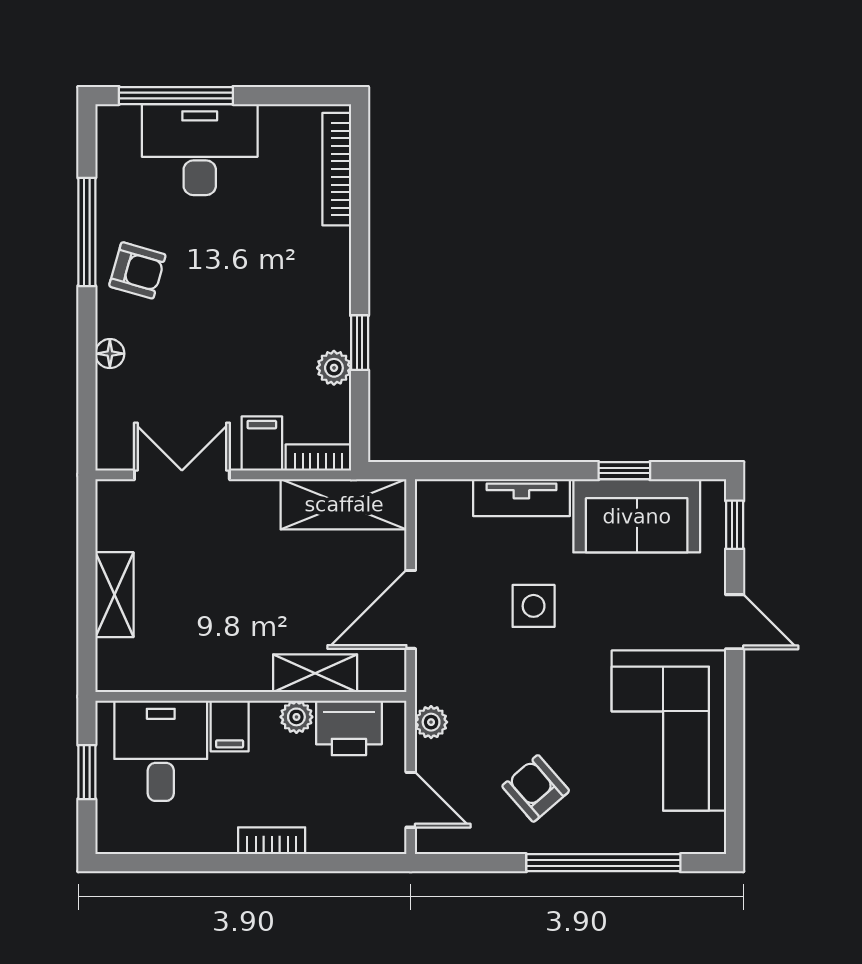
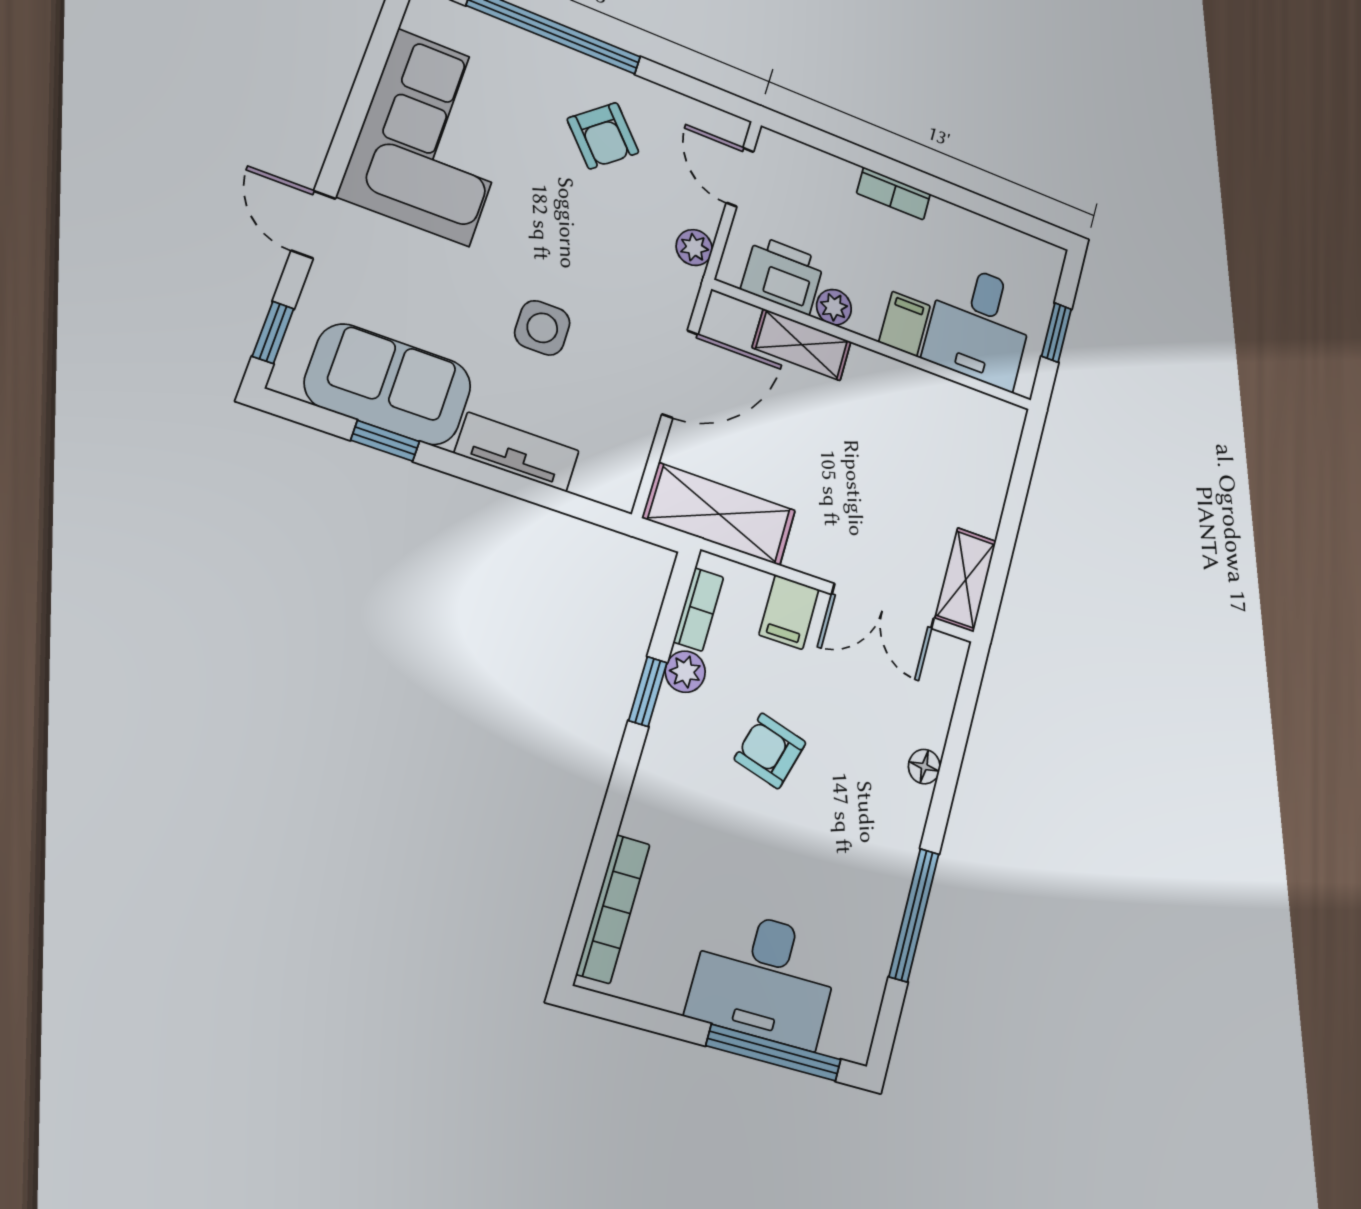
armchair: (137, 270) -> (770, 751), moved
bookcase: (318, 458) -> (698, 609), moved, turned -90
shelving: (114, 595) -> (966, 580), moved

